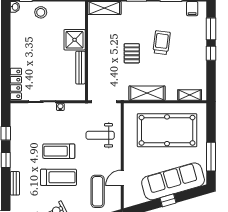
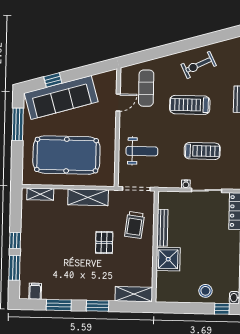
trolley: (162, 43) -> (135, 225), moved
treadmill: (59, 151) -> (202, 151), moved
window: (168, 200) -> (53, 80), moved

